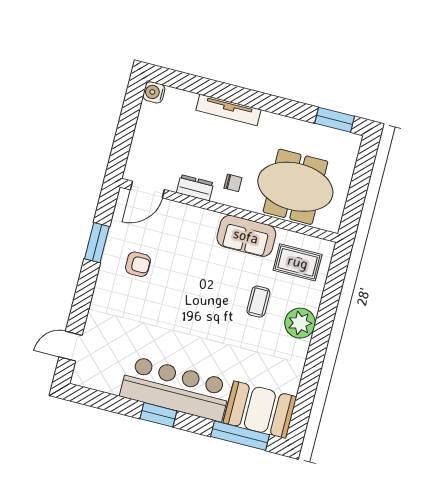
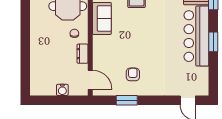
water cooler: (154, 92) -> (62, 90), moved
tv unit: (228, 110) -> (35, 46), removed

